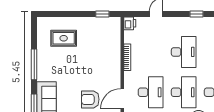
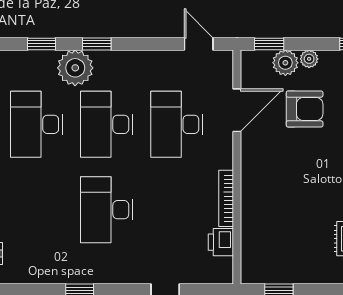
printer: (130, 23) -> (221, 242), moved

